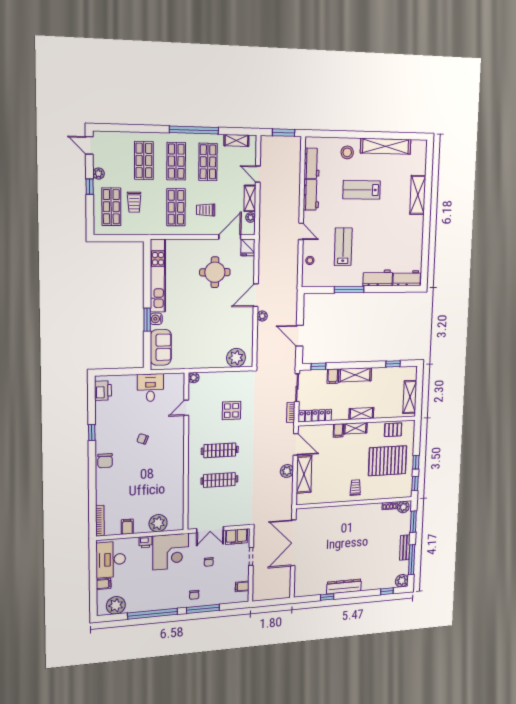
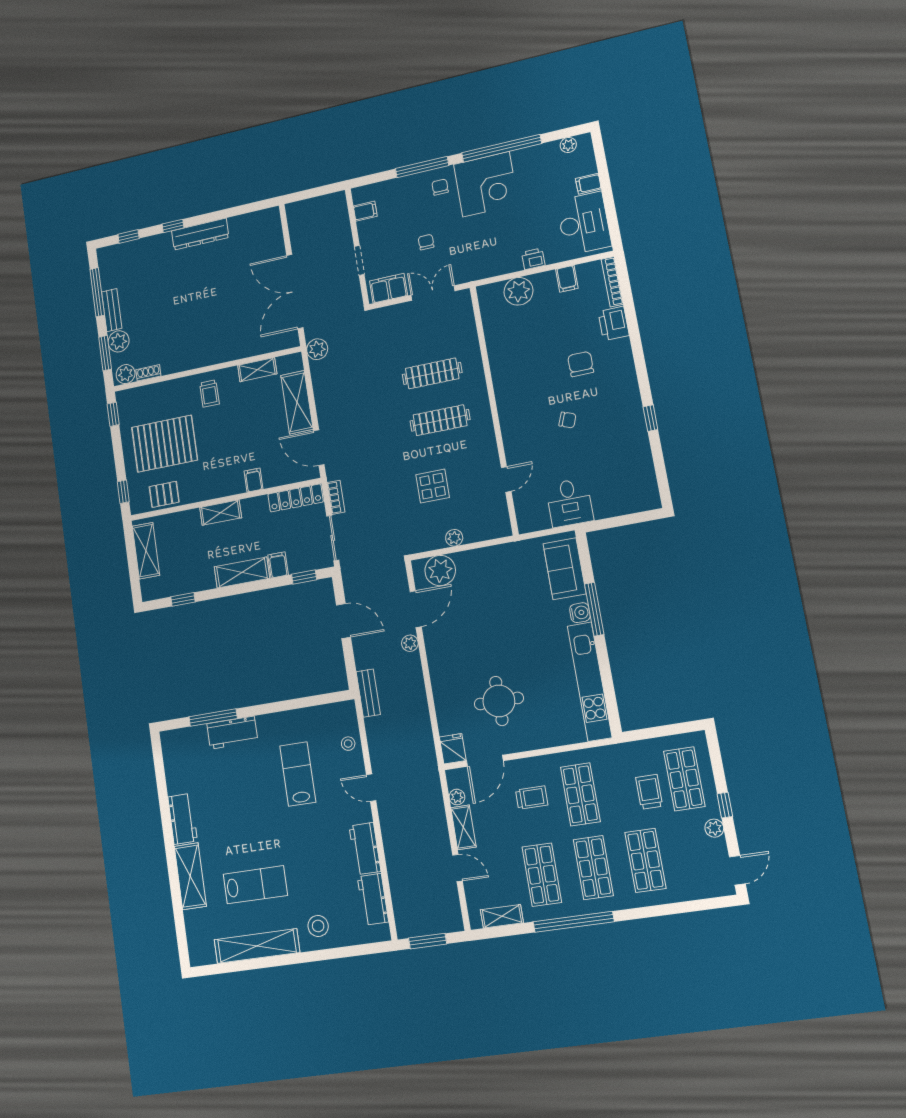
door: (89, 145) -> (737, 870), hinge flipped
lab bench: (362, 190) -> (255, 885), moved
lab bench: (343, 247) -> (298, 774), turned 180
workbench: (407, 278) -> (183, 819), moved, turned -90
bench: (292, 289) -> (368, 693), added
window: (349, 290) -> (213, 718), moved
door: (256, 295) -> (416, 609), moved
window: (147, 320) -> (594, 609), width x1.44
plant: (194, 378) -> (454, 538), moved
printer: (103, 391) -> (614, 323), moved
shelving: (355, 428) -> (257, 370), moved
chair: (105, 461) -> (581, 364), moved
window: (416, 462) -> (123, 492), moved
plant: (287, 471) -> (317, 349), moved
double door: (293, 543) -> (295, 291), swing flipped
corner desk: (171, 552) -> (486, 184), moved, turned 180
plant: (402, 581) -> (119, 341), moved
window: (327, 597) -> (173, 226), moved
plant: (116, 605) -> (568, 145), width x0.53, depth x0.53

